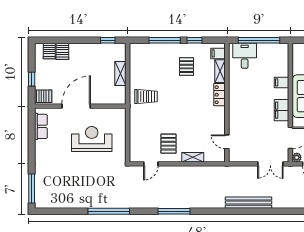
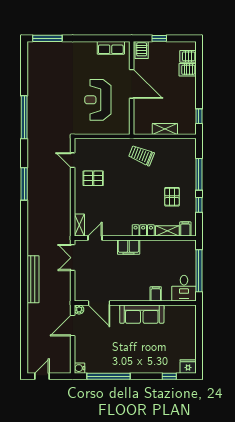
desk: (245, 56) -> (184, 288), moved, turned 90
pallet: (187, 67) -> (172, 197), turned 90
trolley: (146, 97) -> (141, 155), turned 112
filing cabinet: (282, 110) -> (129, 247), moved, turned 180
reception desk: (92, 139) -> (98, 100), turned 180
shelving: (193, 157) -> (79, 225), moved
double door: (270, 164) -> (73, 258), moved
bench: (249, 203) -> (33, 279), moved

